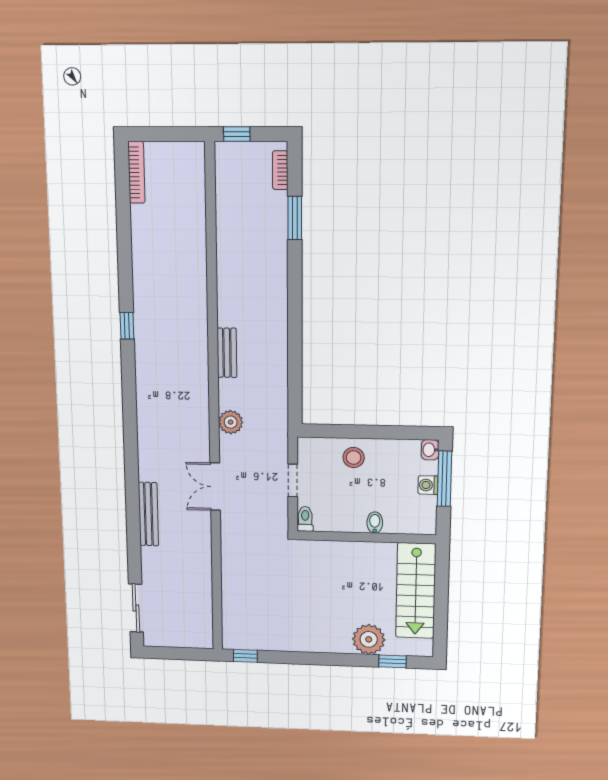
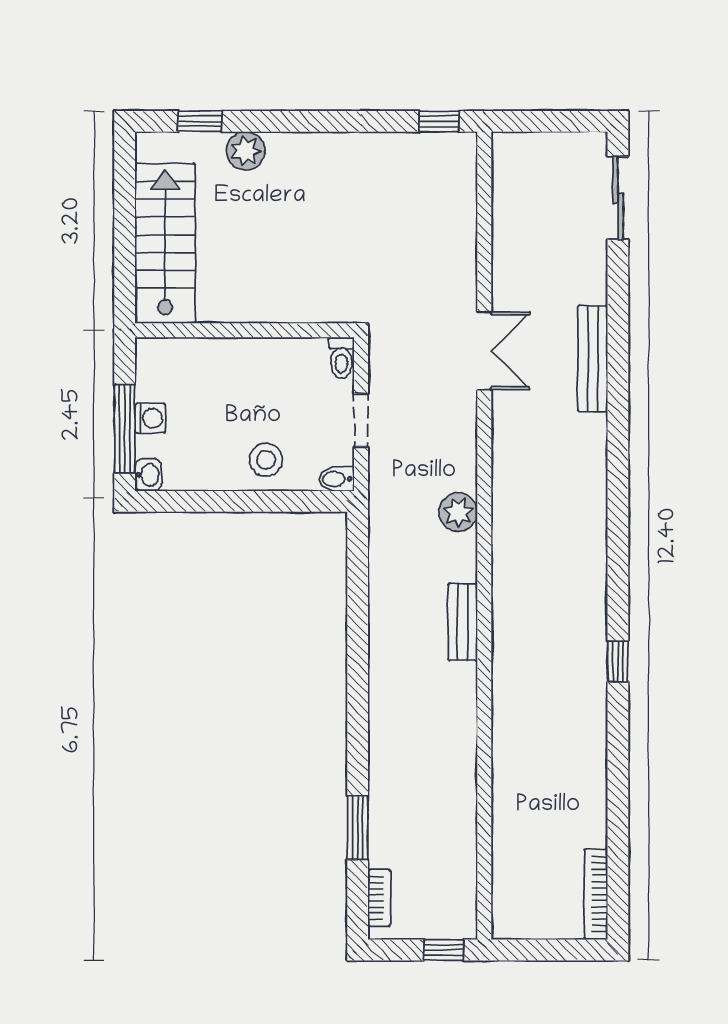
double door: (215, 487) -> (484, 351), moved
bidet: (375, 523) -> (336, 479), moved, turned 90
plant: (369, 639) -> (246, 151), width x0.73, depth x0.73

